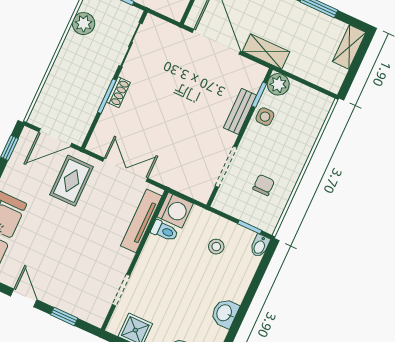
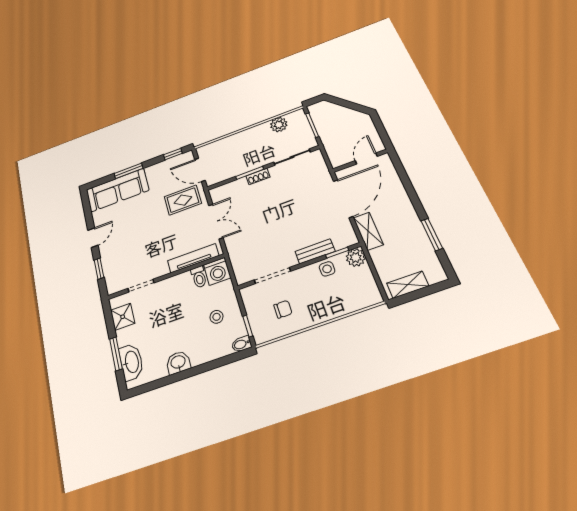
shelving: (349, 47) -> (408, 285), moved

